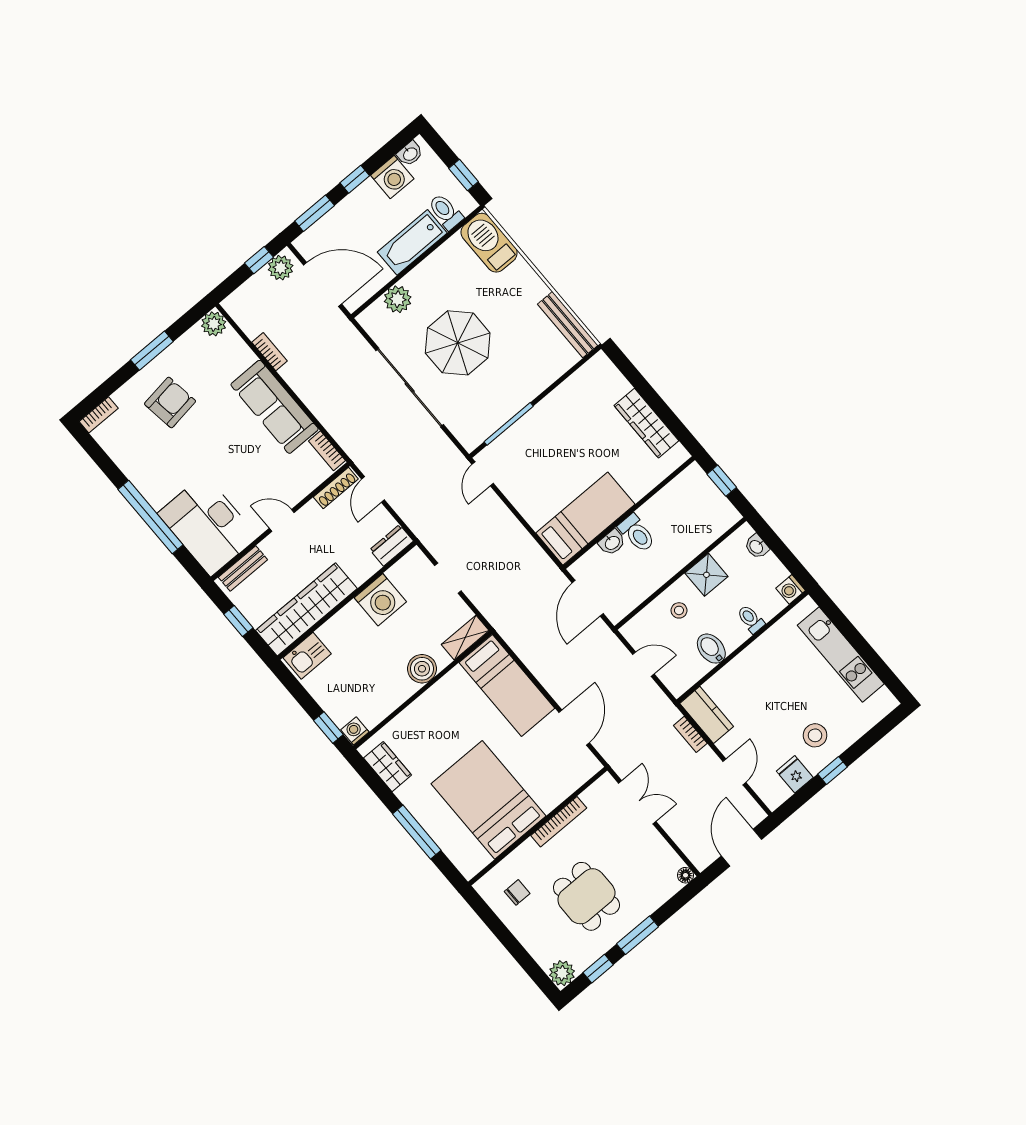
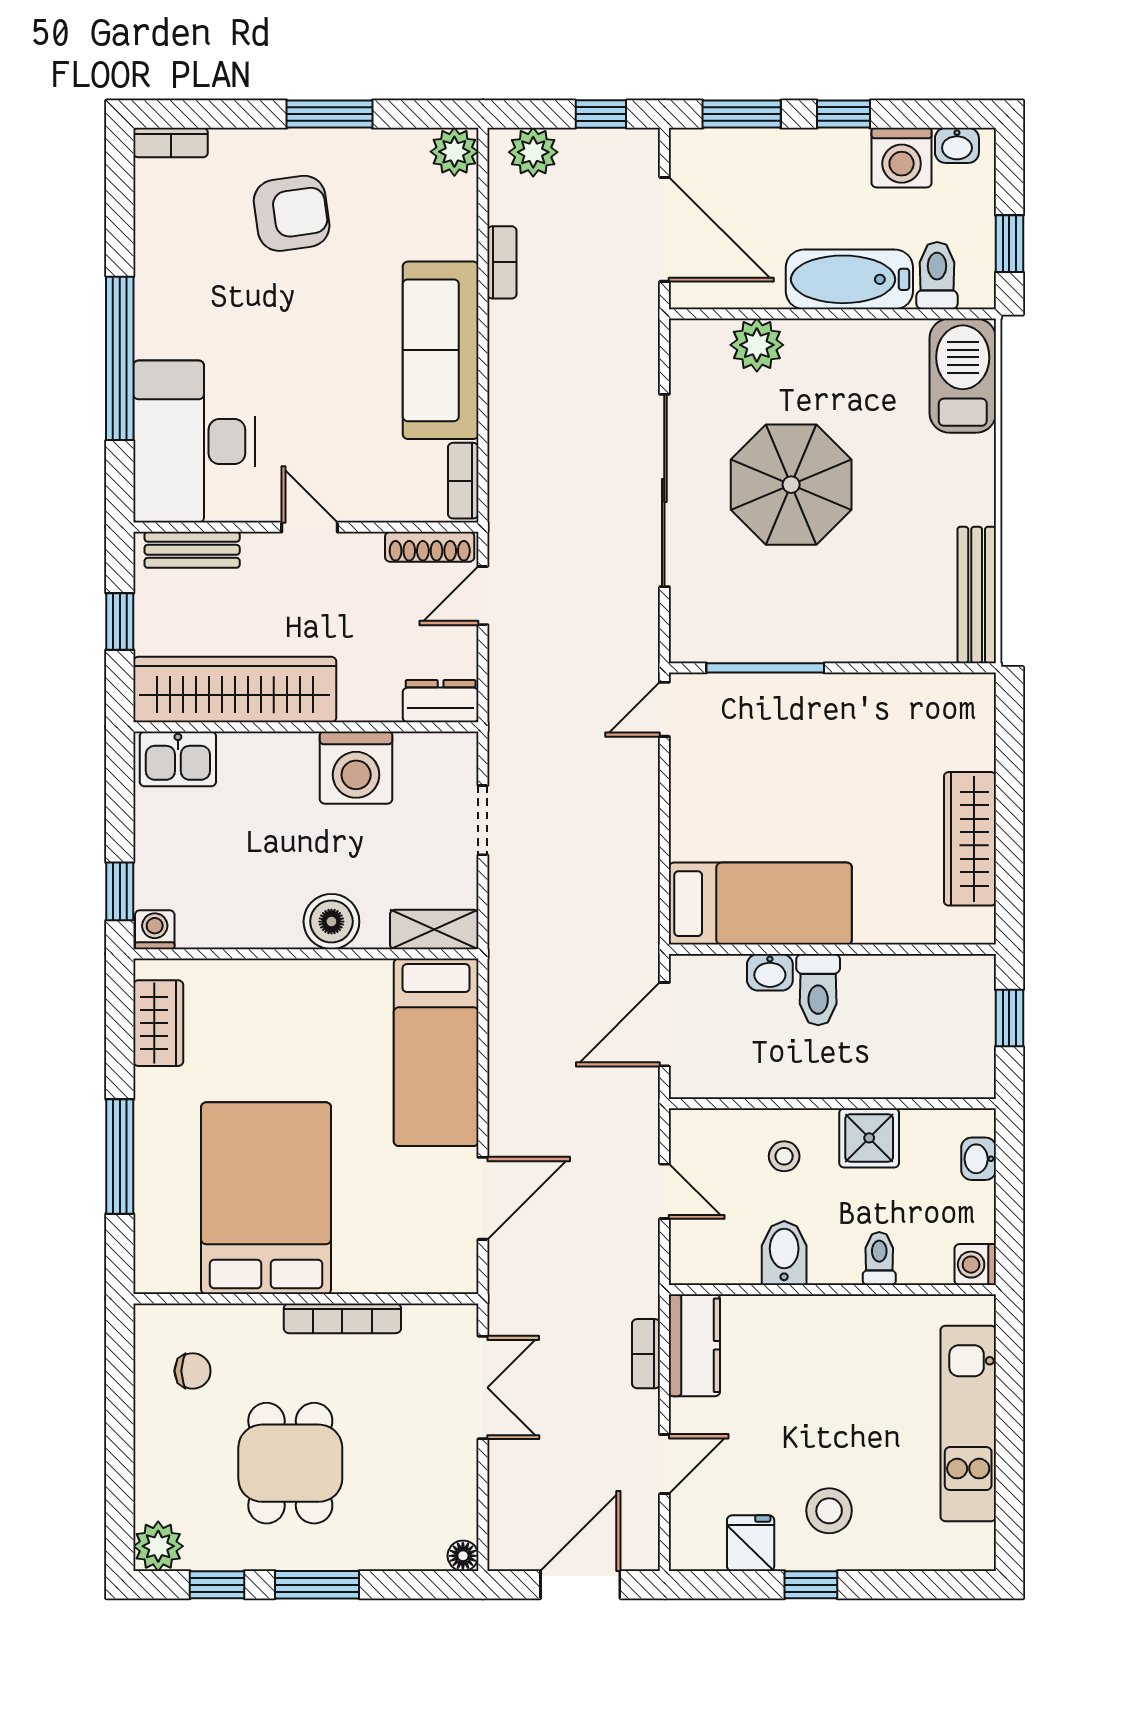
plant: (281, 268) -> (533, 152), moved

